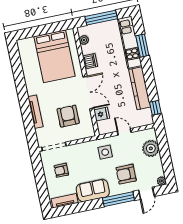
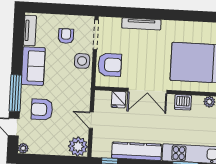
armchair: (68, 116) -> (110, 65), moved
door: (124, 132) -> (91, 120), swing flipped
plant: (151, 148) -> (78, 146), moved
side table: (105, 152) -> (82, 61), moved
armchair: (126, 174) -> (42, 109), turned -90

